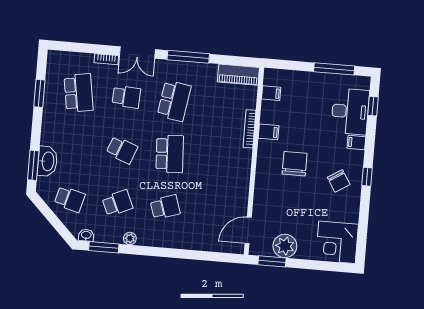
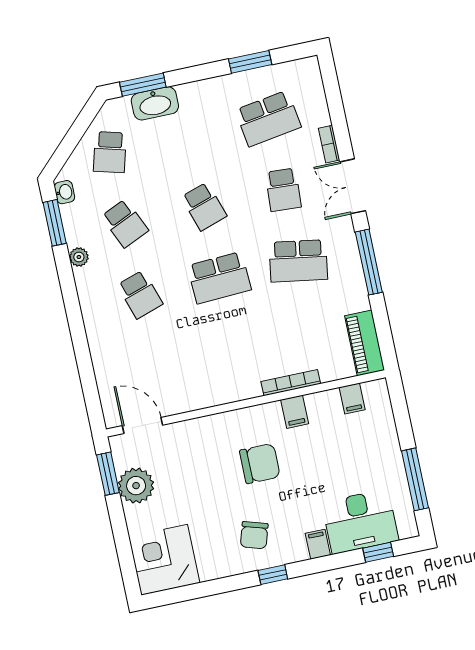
school desk: (122, 150) -> (204, 207), turned -39
chair: (339, 181) -> (254, 535), turned -41

